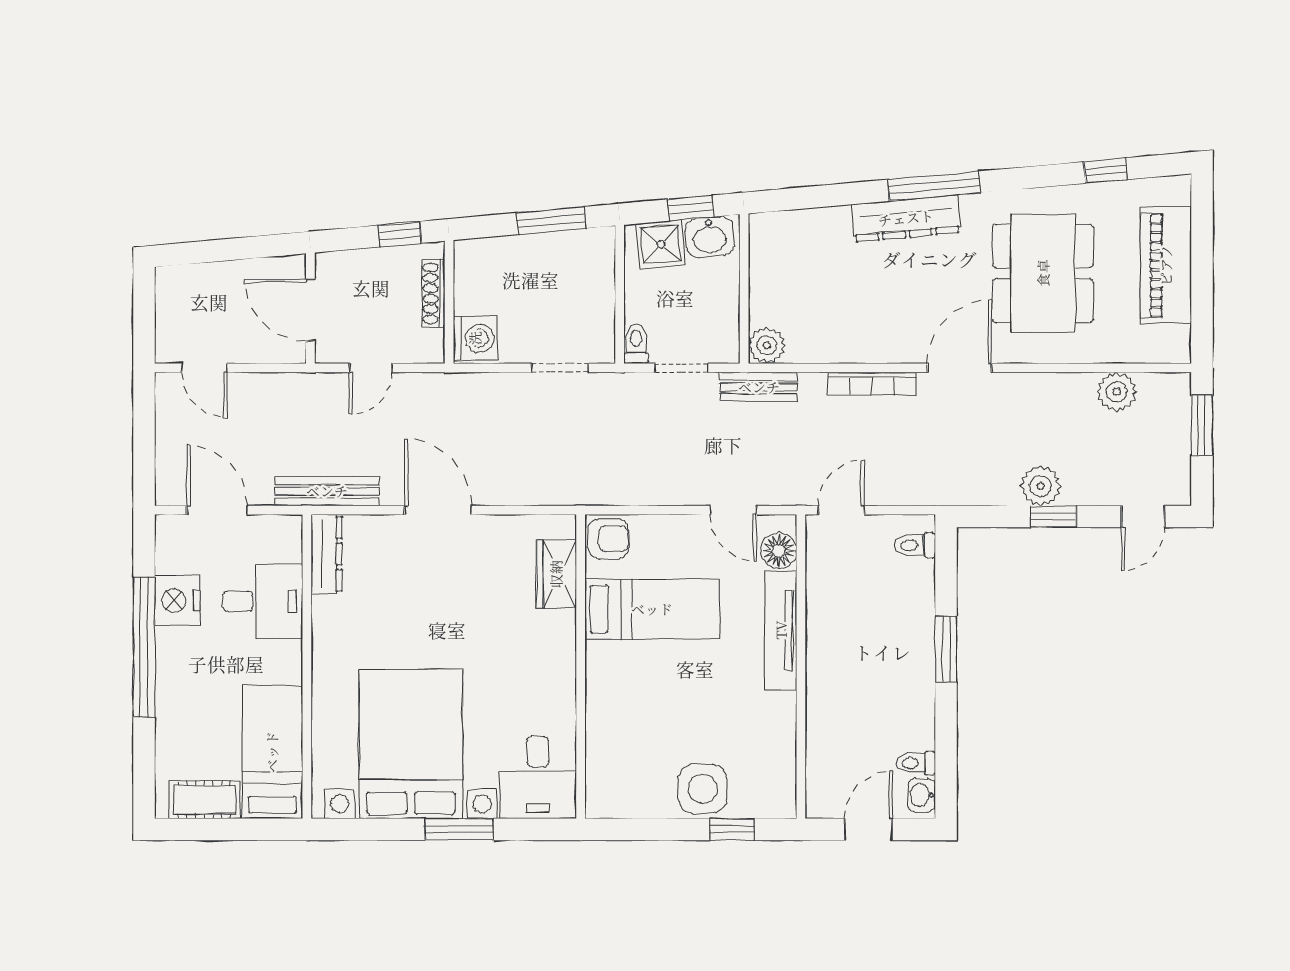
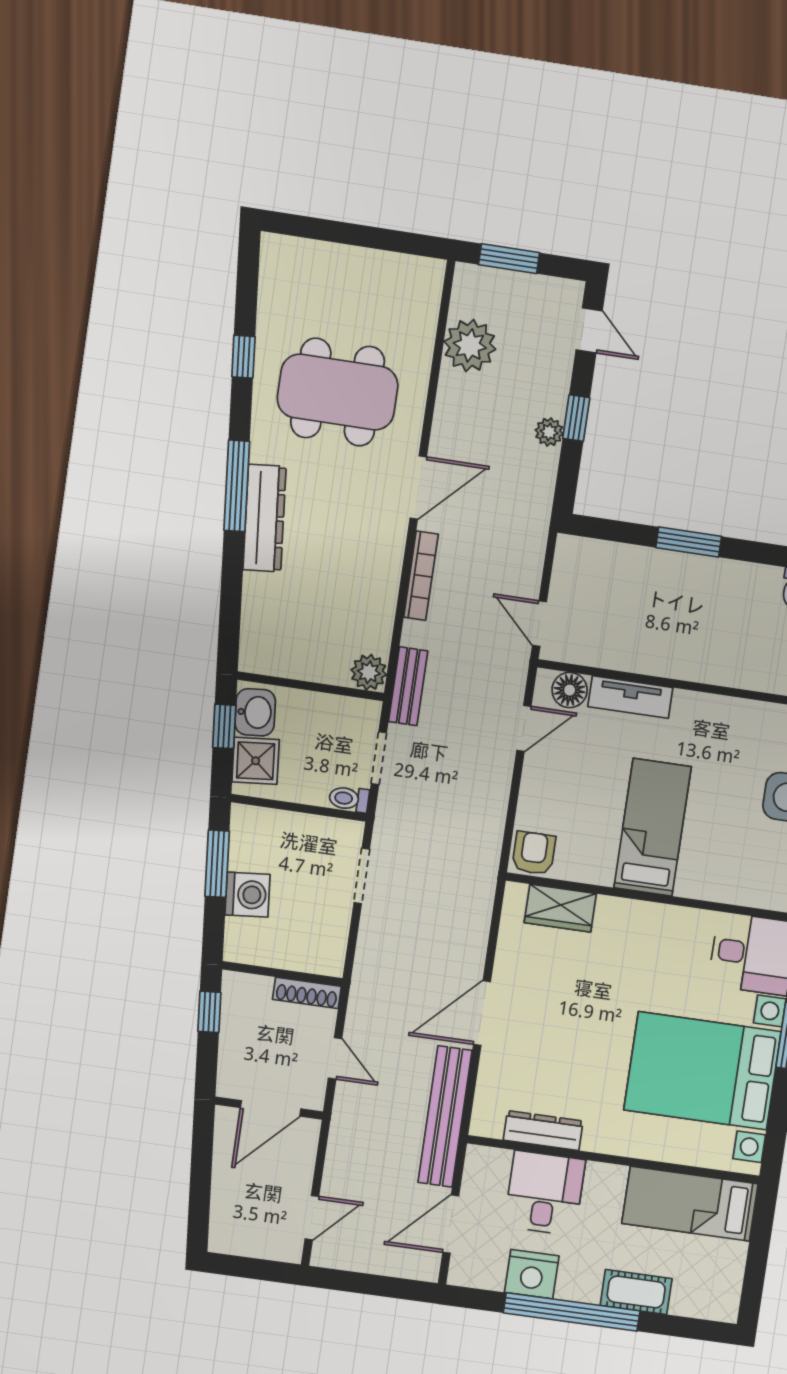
window: (1106, 171) -> (243, 357), moved
piano: (1166, 265) -> (347, 270), removed
shoe rack: (433, 293) -> (307, 993), moved
washing machine: (475, 338) -> (248, 895), moved, turned 85
door: (960, 368) -> (418, 487), swing flipped
plant: (1117, 392) -> (470, 345), width x1.36, depth x1.36
plant: (1041, 486) -> (549, 432), width x0.73, depth x0.73
bench: (327, 491) -> (445, 1116), width x1.37, depth x1.21
toilet: (915, 545) -> (584, 557), removed
dresser: (327, 554) -> (543, 1131), moved
bed: (652, 609) -> (653, 827), moved
tv unit: (781, 630) -> (630, 697), width x0.71
cot: (205, 800) -> (636, 1292), moved, turned 90

